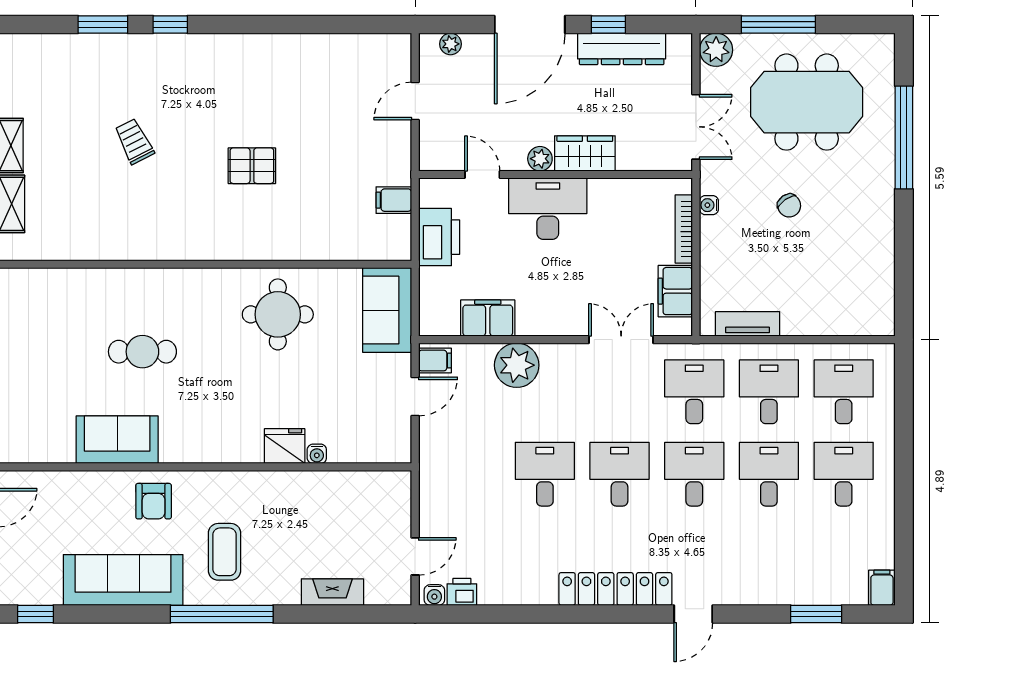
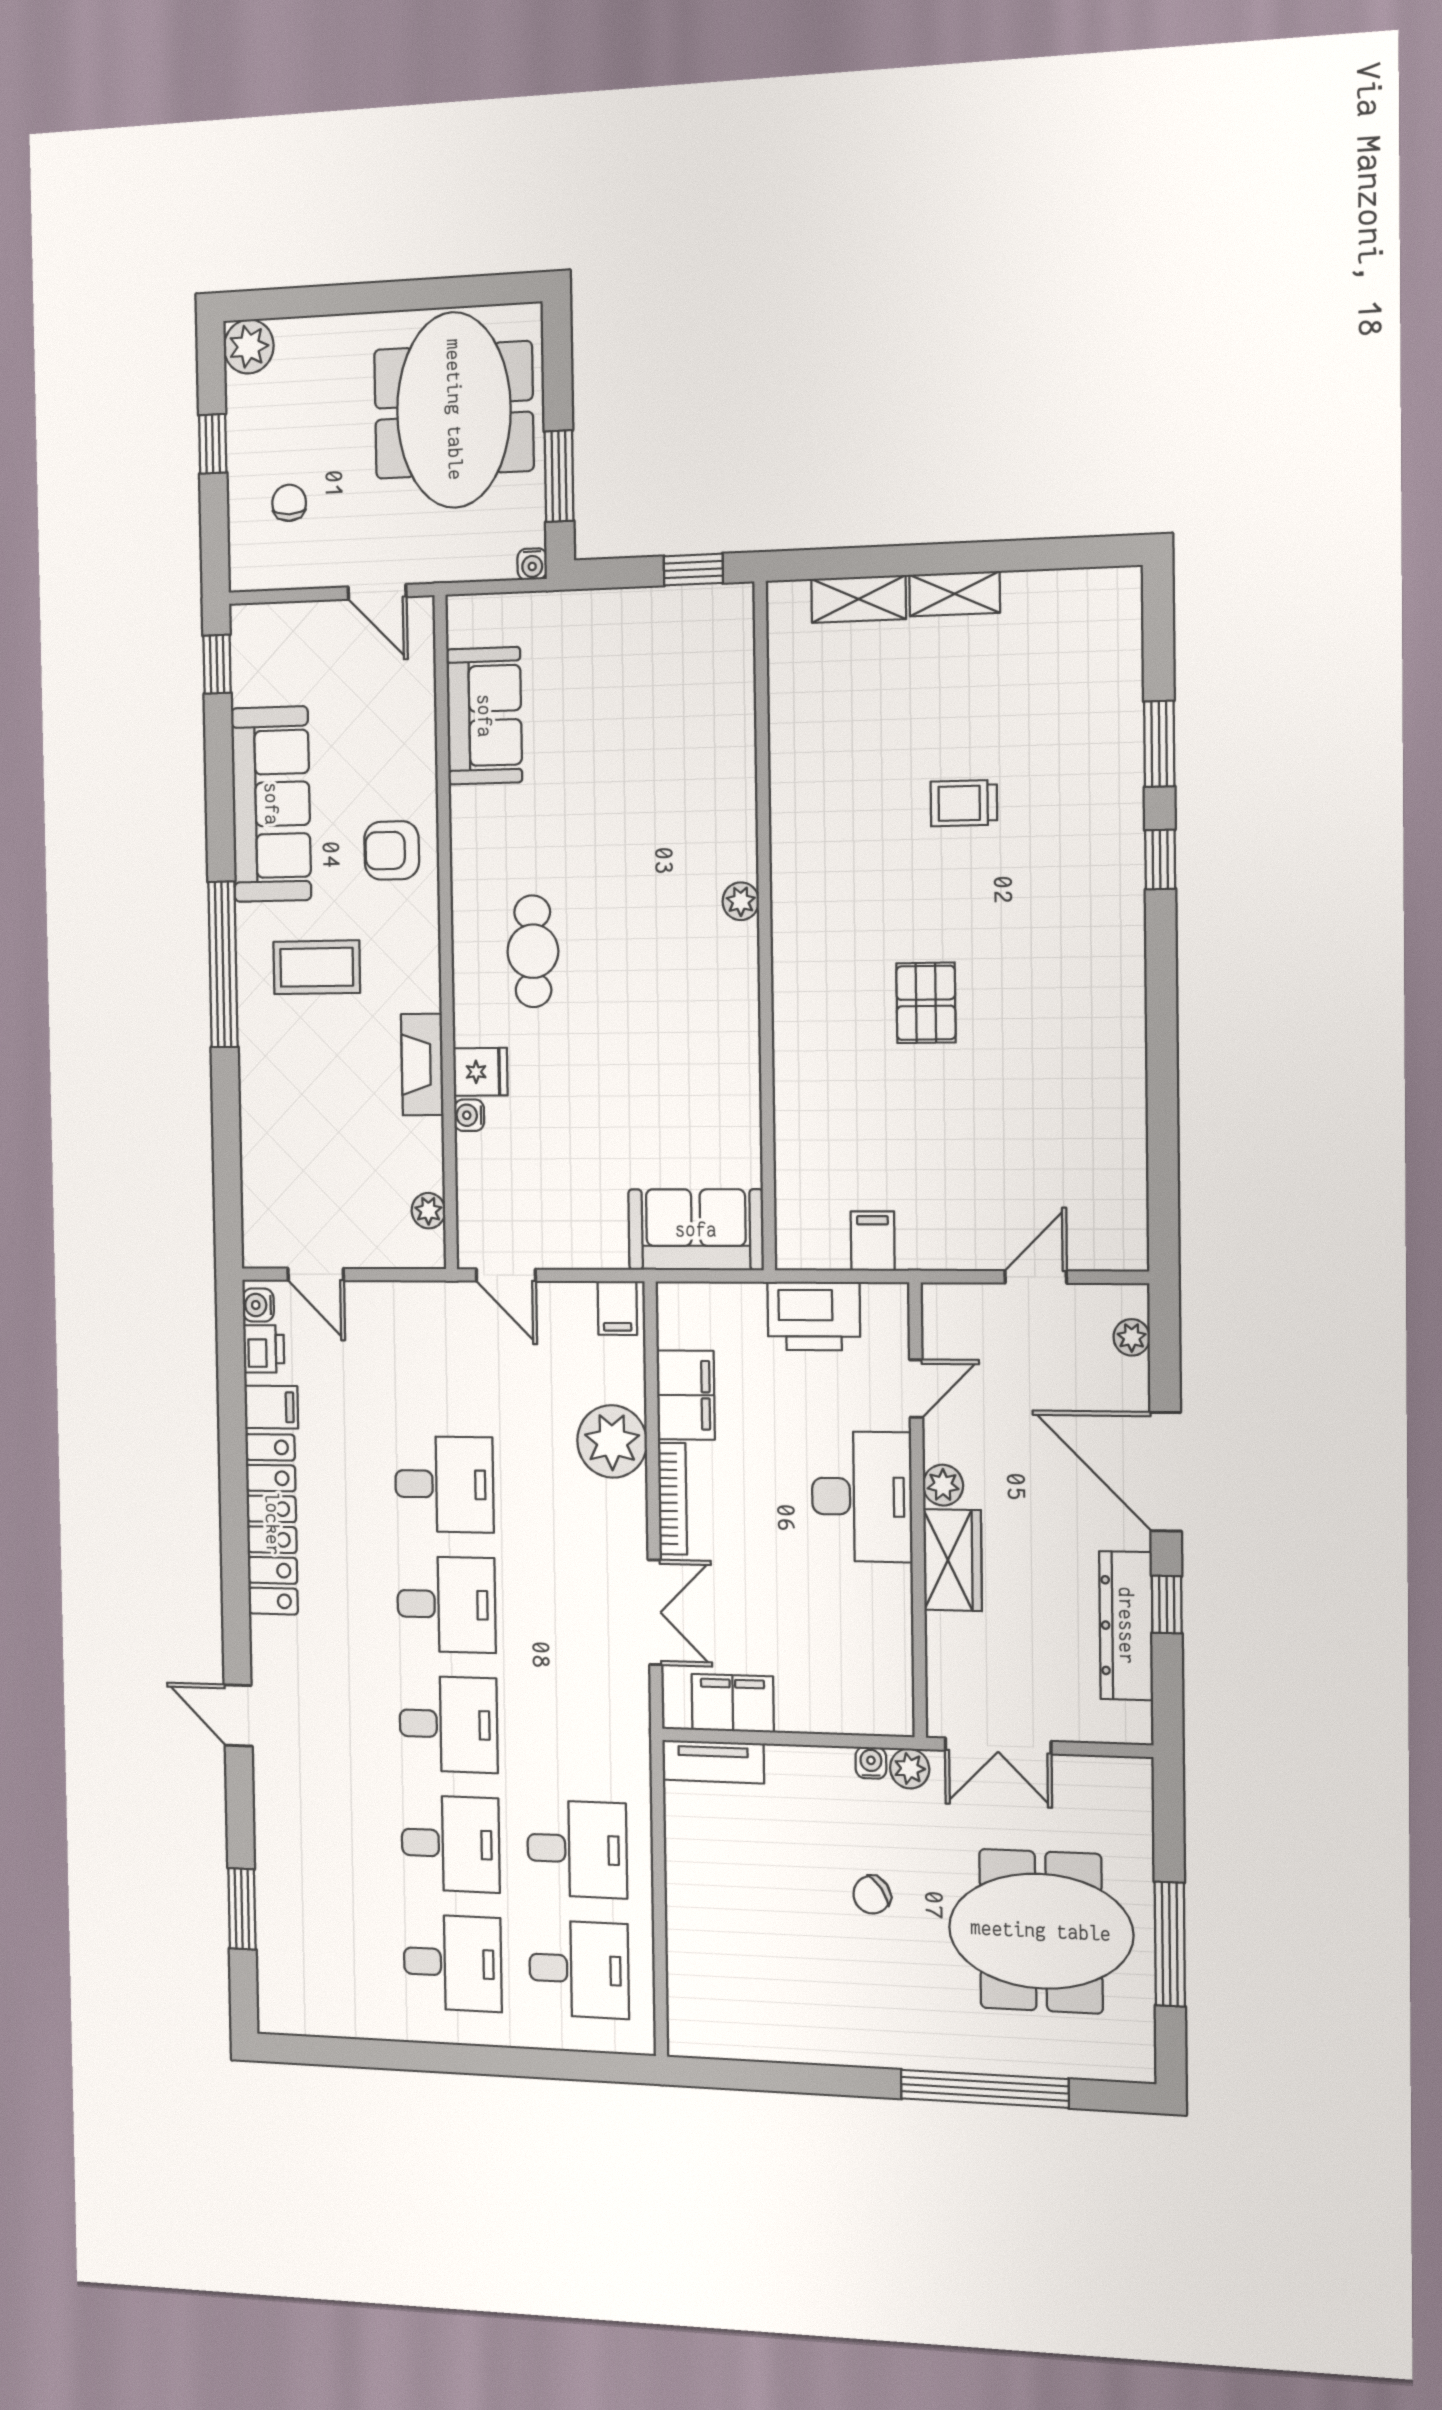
window: (778, 24) -> (1170, 1944), moved
plant: (716, 50) -> (910, 1769), moved, width x0.73, depth x0.73
door: (415, 101) -> (1036, 1277), hinge flipped
meeting table: (807, 102) -> (1041, 1931), turned 90
trolley: (134, 141) -> (964, 803), turned -153
bookcase: (684, 229) -> (672, 1499), moved, turned 90
plant: (189, 279) -> (741, 901), added
round table: (278, 314) -> (686, 1049), removed
tv unit: (748, 324) -> (713, 1762), moved, turned 90
cafe table: (142, 352) -> (533, 951), moved
desk: (694, 392) -> (575, 1729), removed
door: (415, 396) -> (506, 1275), moved
sofa: (117, 440) -> (484, 716), moved
fridge: (285, 446) -> (480, 1072), width x0.72
plant: (375, 481) -> (428, 1211), added
filing cabinet: (882, 588) -> (271, 1407), moved
locker: (615, 589) -> (272, 1524), moved
fireplace: (332, 592) -> (422, 1065), moved, turned 180

